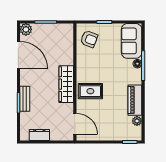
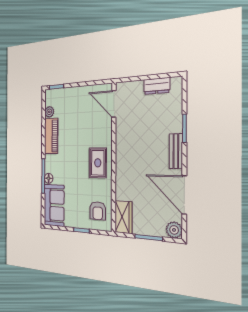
armchair: (89, 39) -> (98, 211), turned -111
wardrobe: (66, 84) -> (123, 217), moved, width x0.67
rug: (90, 91) -> (98, 163), moved, turned 90
bench: (25, 99) -> (176, 151), moved

